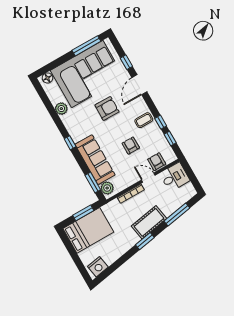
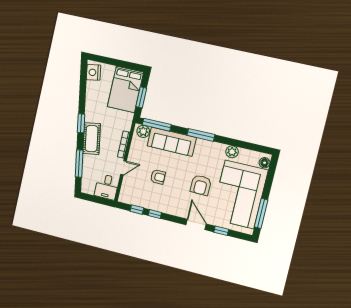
coffee table: (144, 120) -> (167, 203), removed
window: (70, 143) -> (201, 135), width x2.17
armchair: (157, 162) -> (129, 184), removed
window: (93, 182) -> (157, 125), width x1.44

